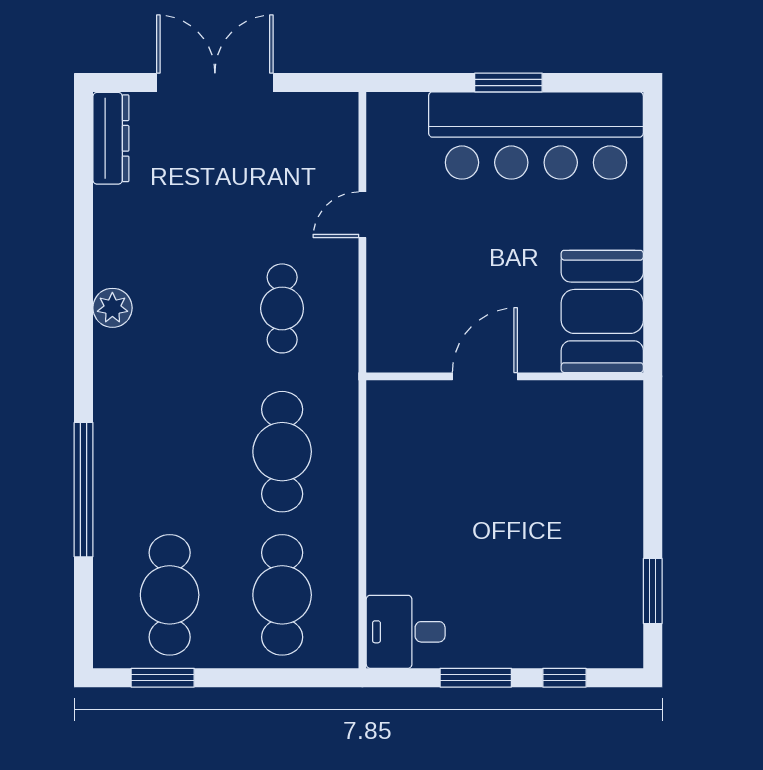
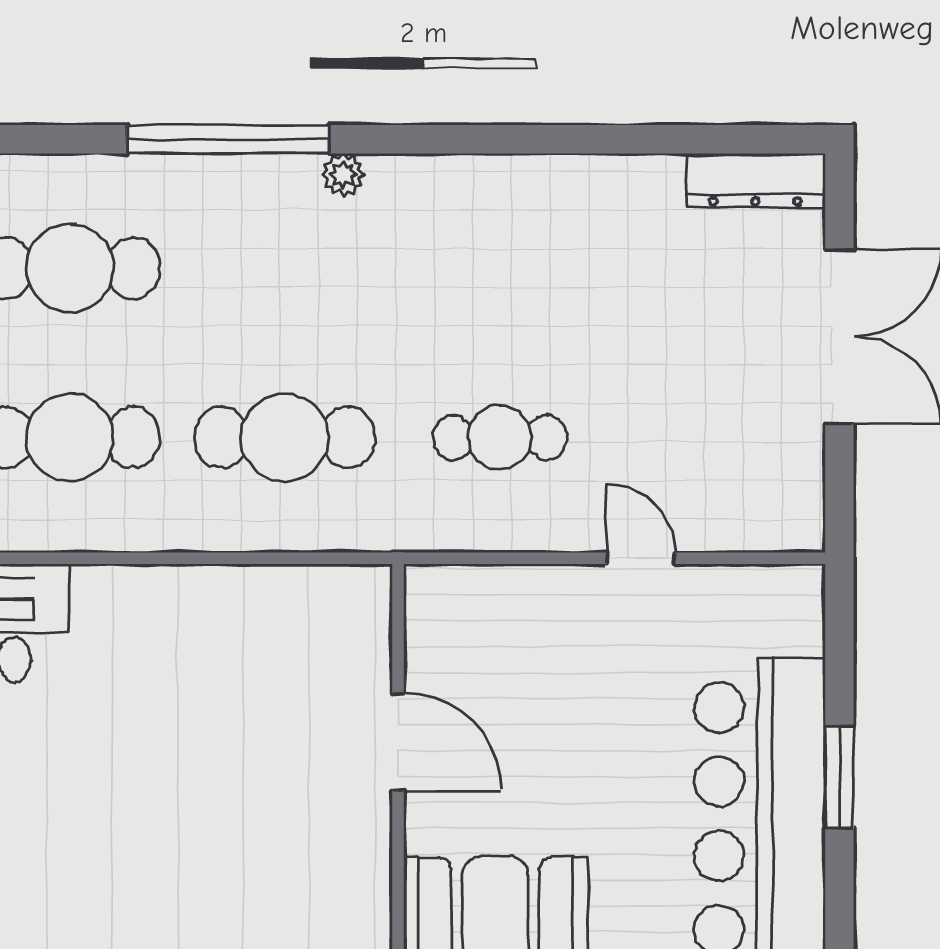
plant: (112, 308) -> (343, 175), moved, width x0.73, depth x0.73

